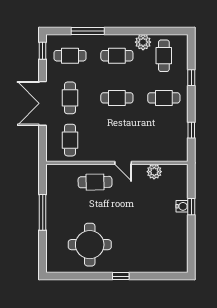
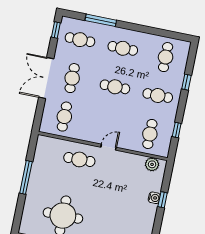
plant: (143, 42) -> (149, 41), removed
cafe table: (164, 140) -> (150, 134), added
door: (123, 163) -> (109, 147), swing flipped
plant: (154, 172) -> (152, 164), moved

